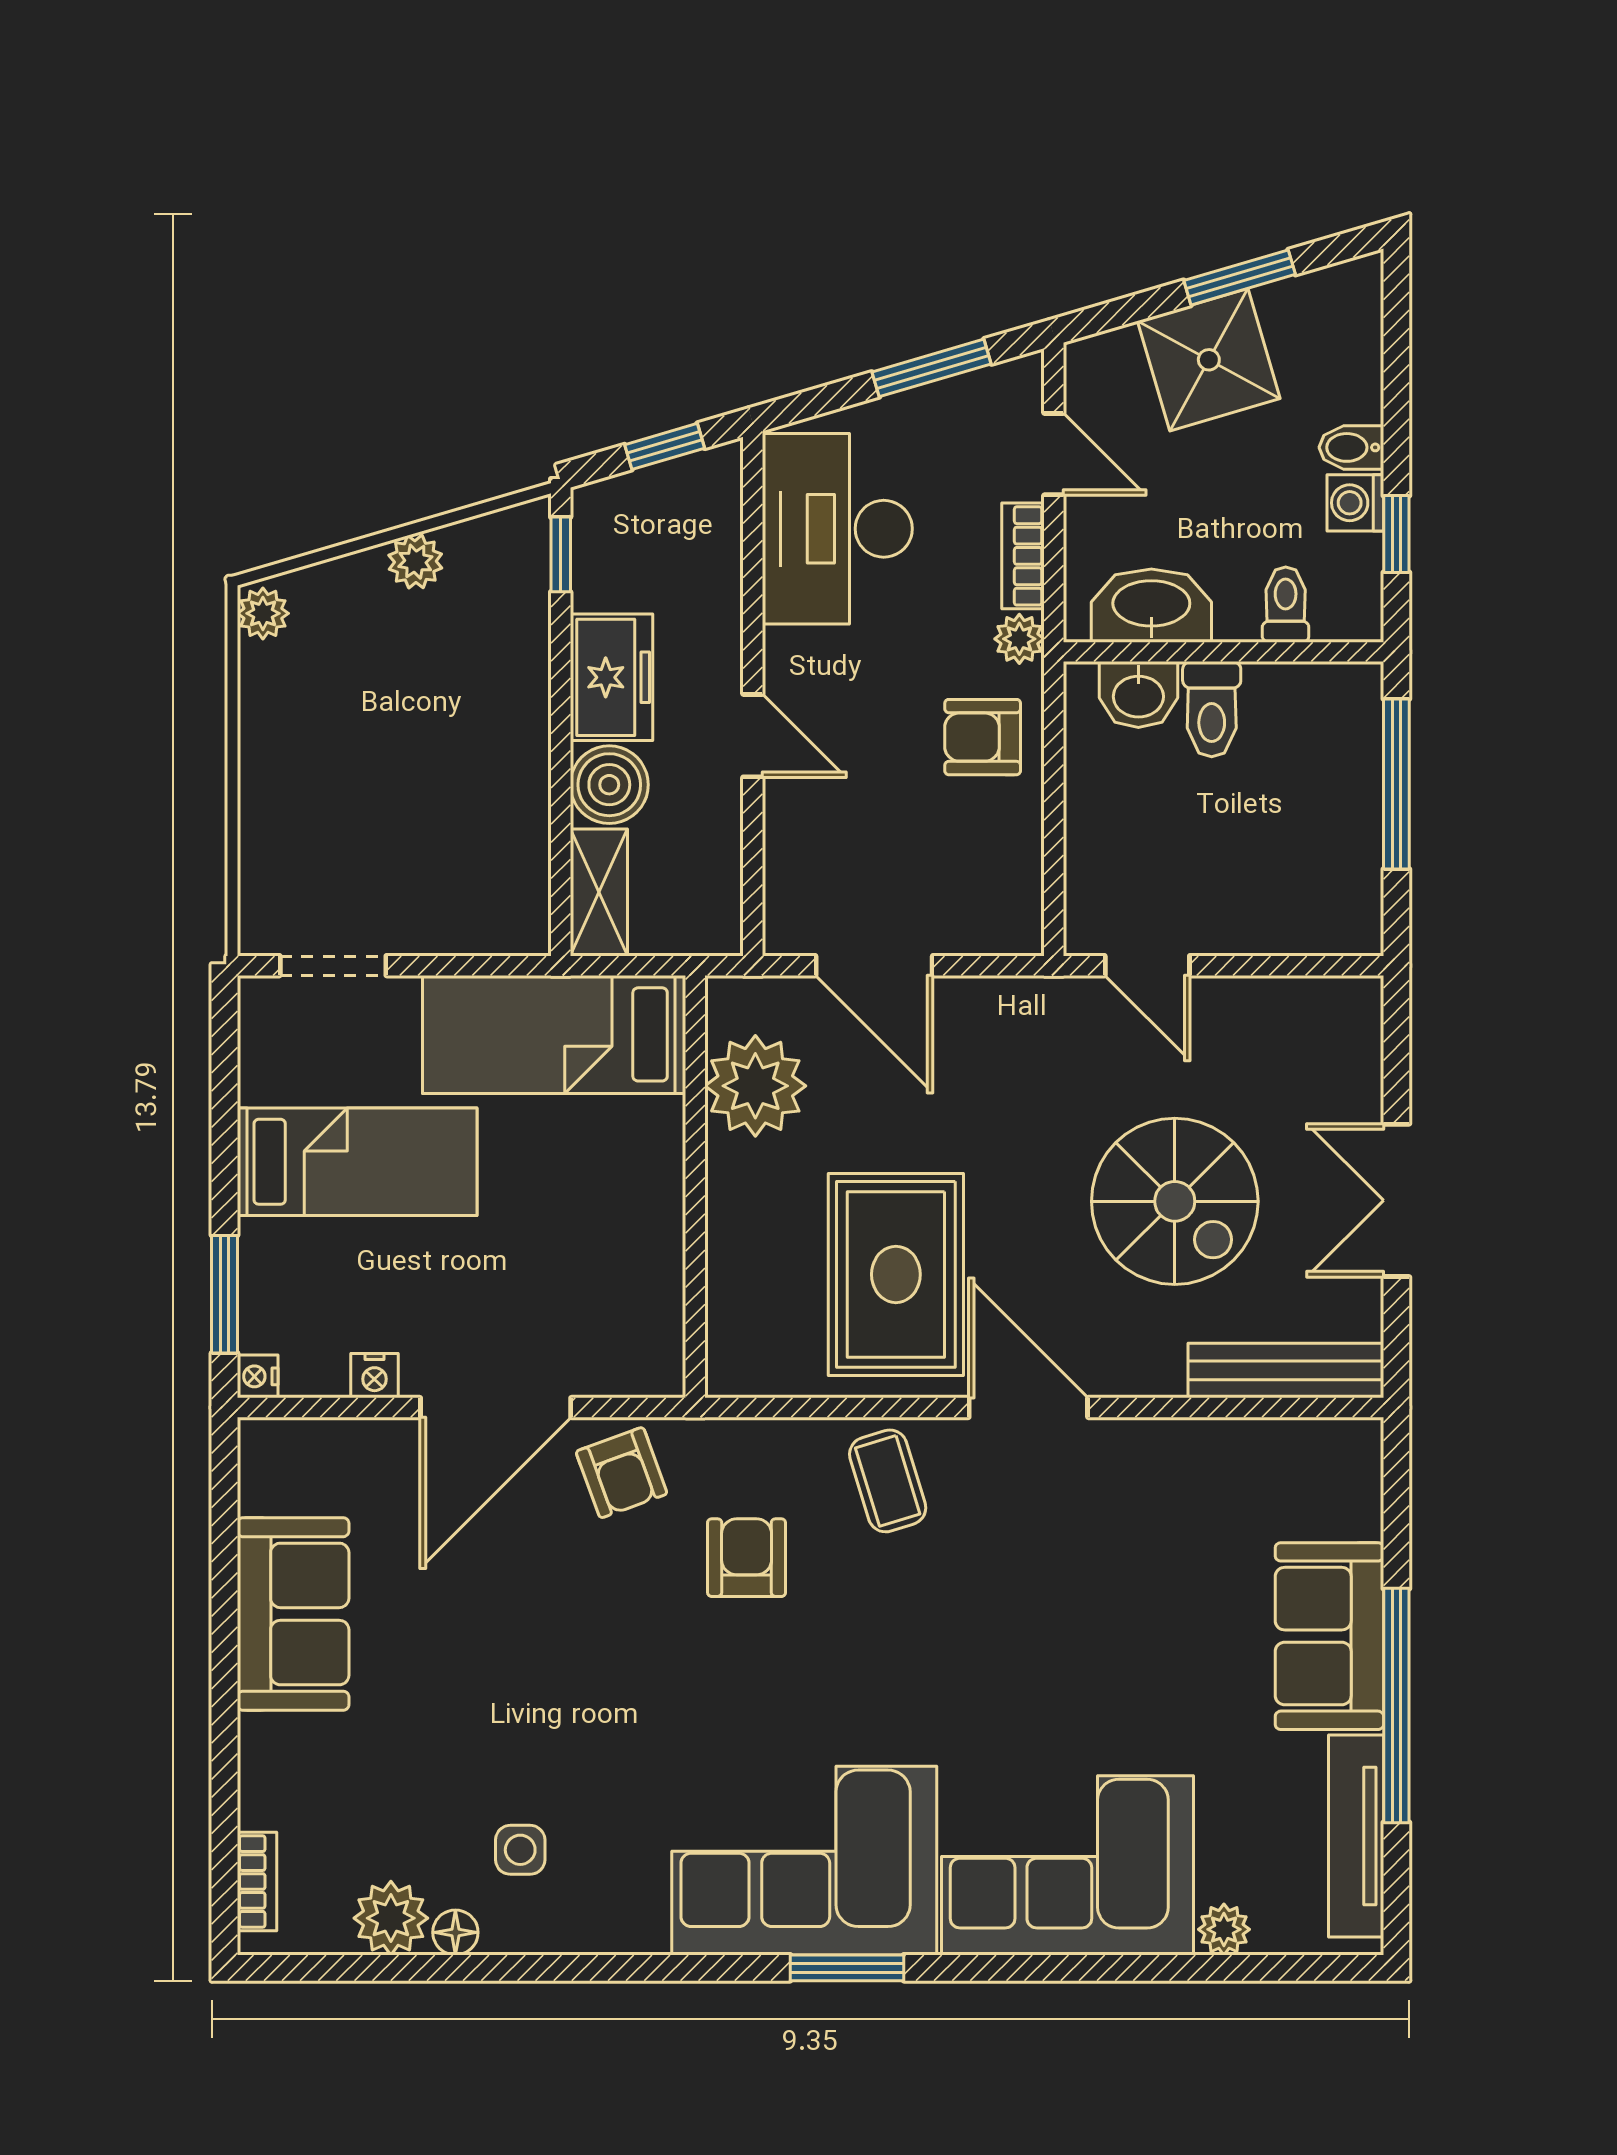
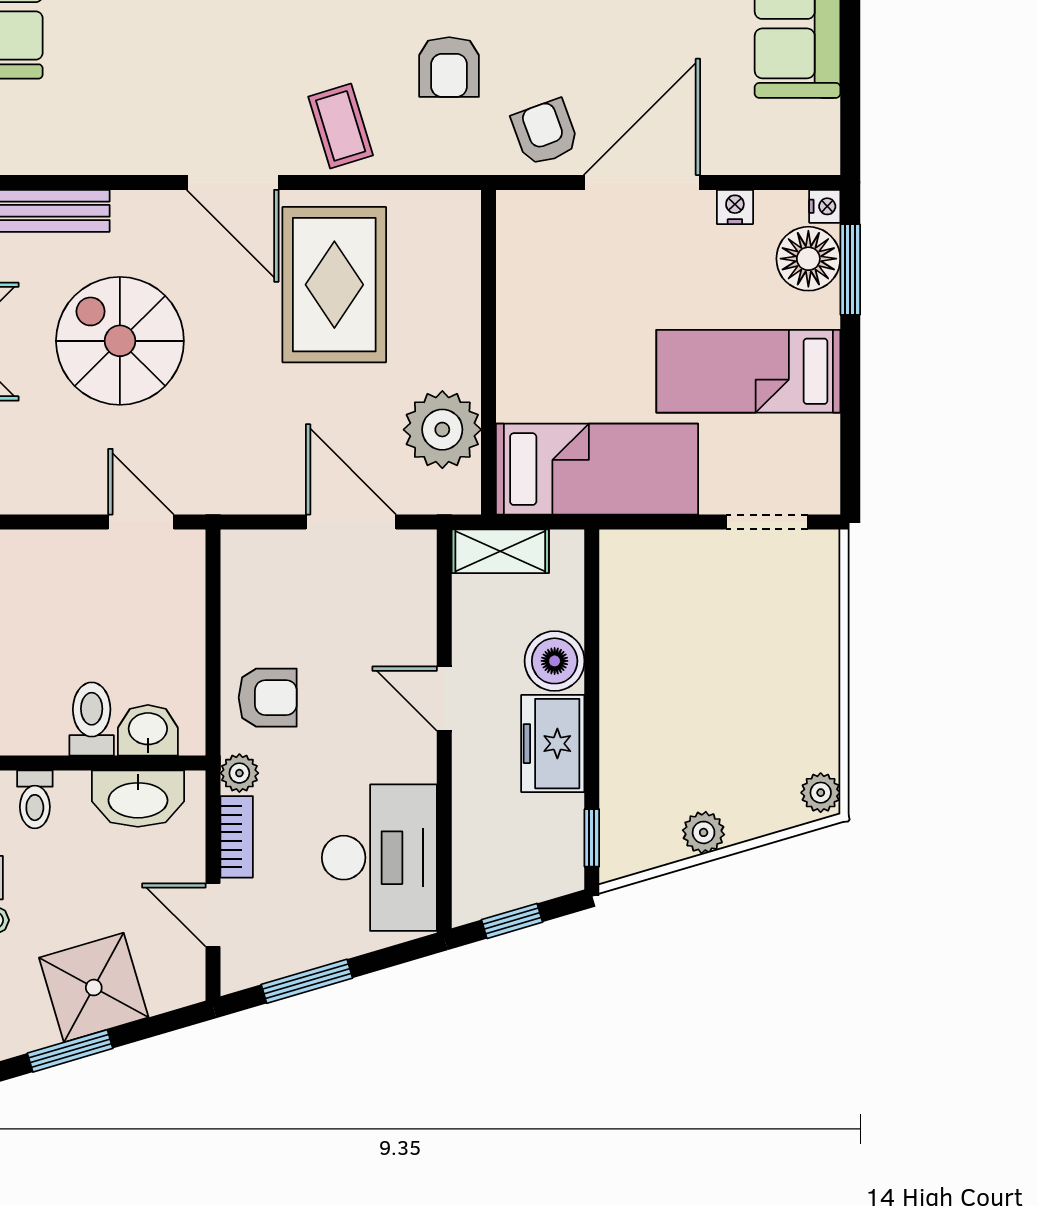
shelving: (599, 892) -> (500, 551), moved, turned 90
floor lamp: (279, 1308) -> (808, 259), added

